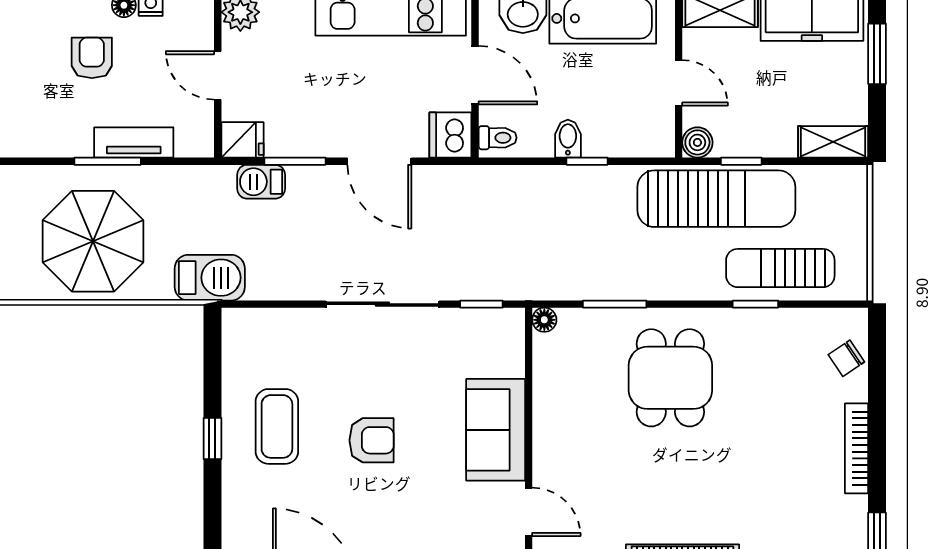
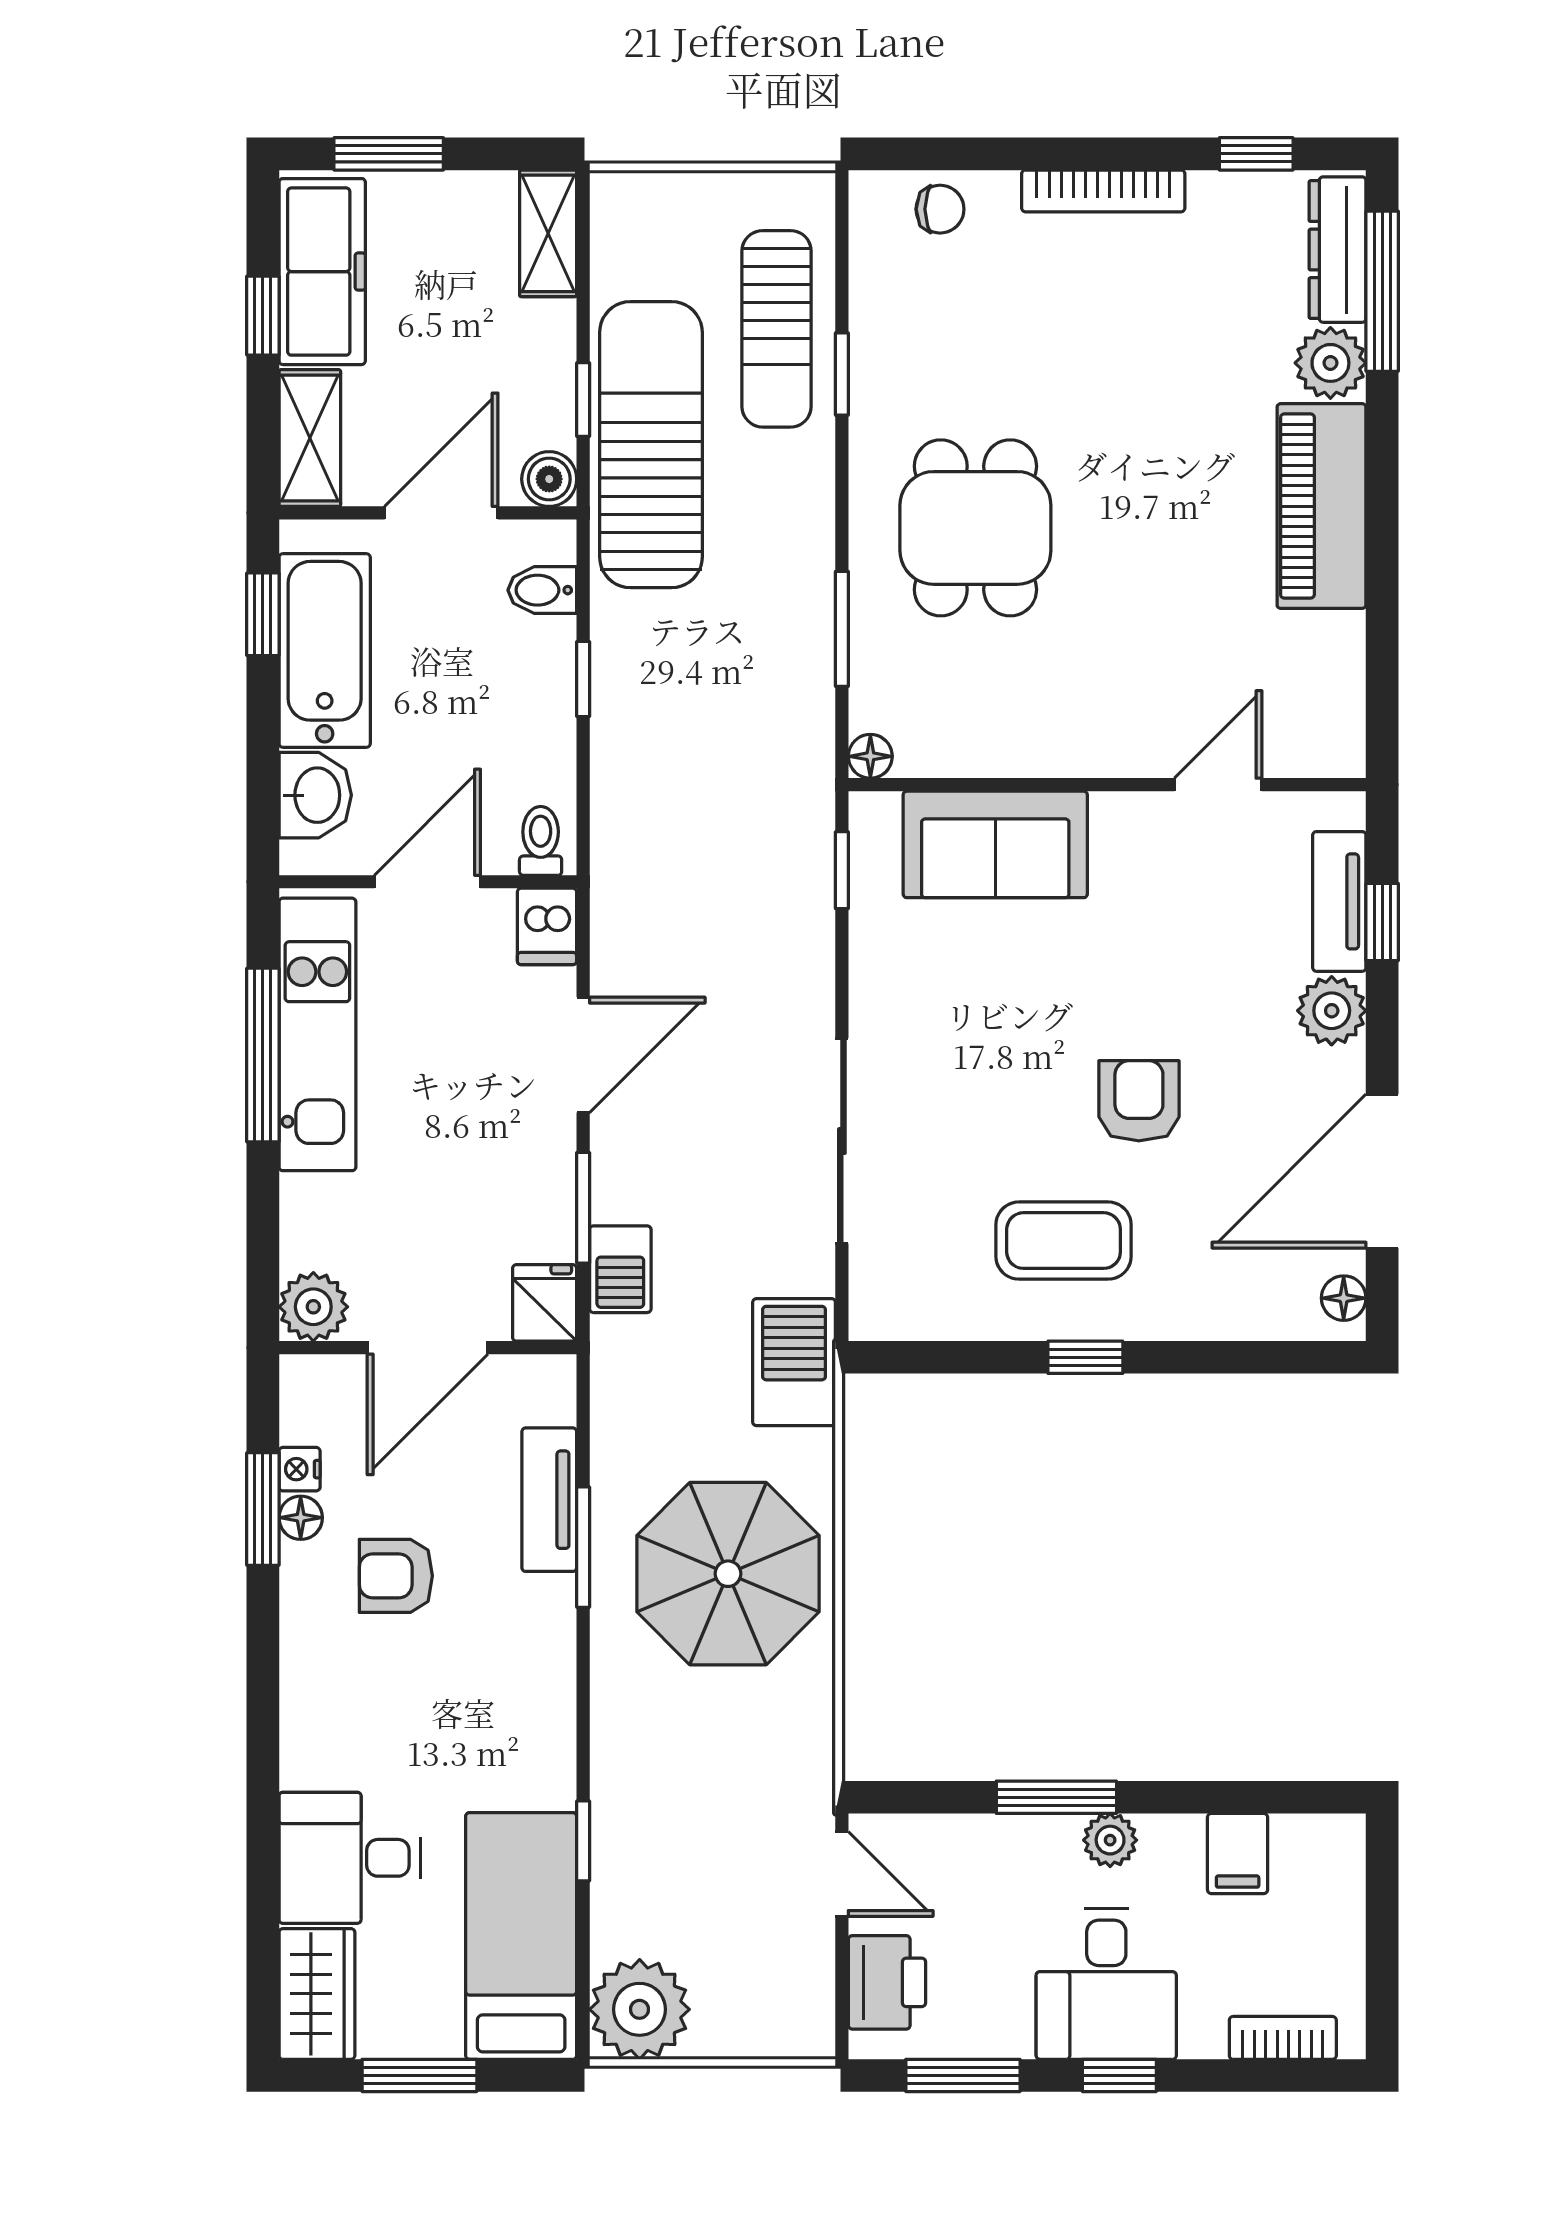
door: (218, 75) -> (428, 1348), width x1.38
door: (679, 83) -> (441, 513), width x1.38
dishwasher: (450, 135) -> (547, 926), width x0.73
bidet: (568, 139) -> (542, 590), moved
sliding door: (382, 304) -> (842, 1141), moved
chair: (846, 358) -> (940, 209), turned -56
dining table: (670, 378) -> (975, 528), turned 90
sofa: (496, 430) -> (995, 844), moved
armchair: (372, 440) -> (1139, 1101), moved

